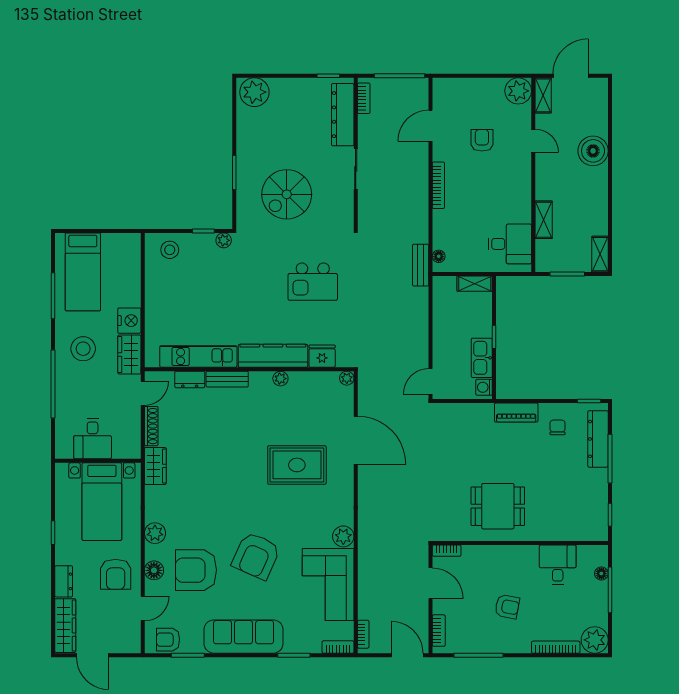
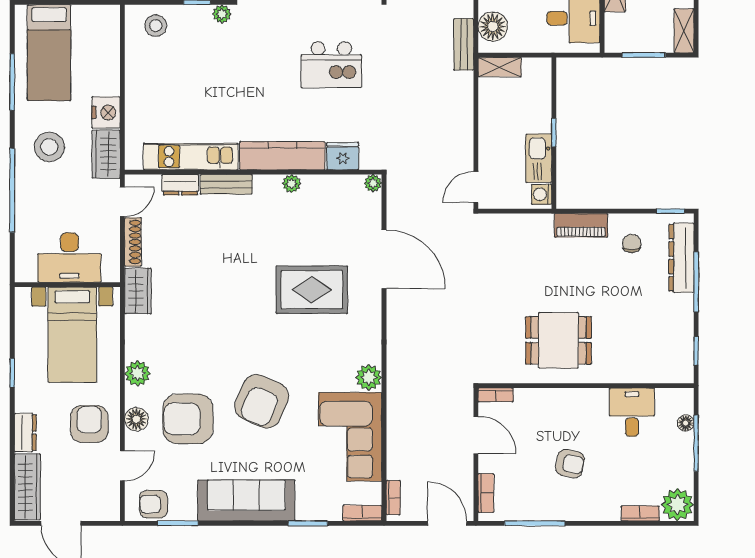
floor lamp: (439, 256) -> (493, 27), width x1.89, depth x1.89
shelving: (475, 284) -> (500, 67), moved
desk: (93, 439) -> (69, 258), width x1.37
armchair: (116, 574) -> (89, 424), turned 180
bookcase: (556, 647) -> (640, 513), width x0.64

